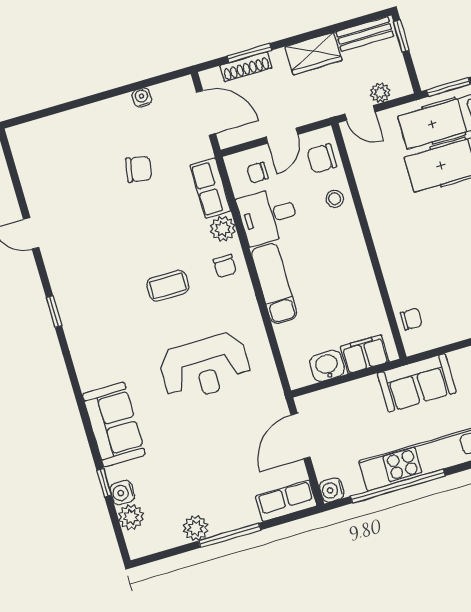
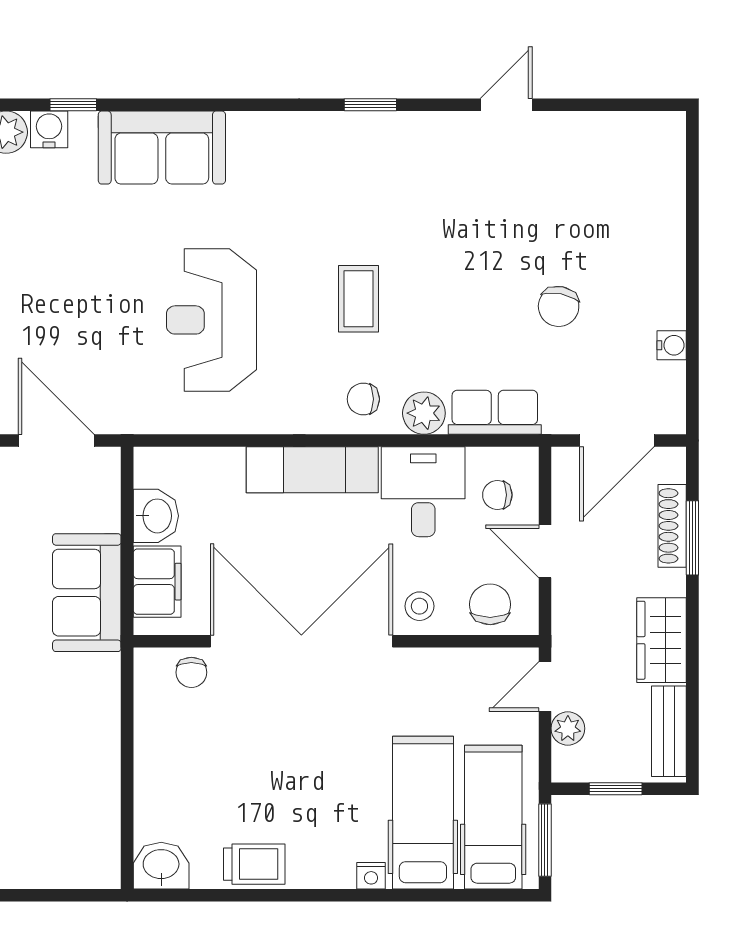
window: (401, 36) -> (616, 789), moved
chair: (257, 173) -> (497, 495), turned -90
double door: (375, 261) -> (301, 641), added
sofa: (417, 383) -> (87, 593), moved

